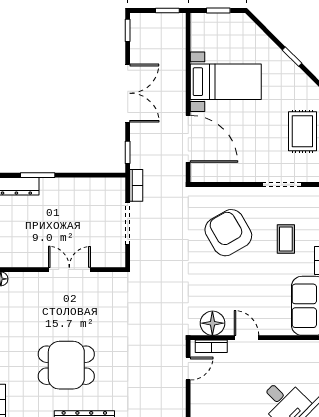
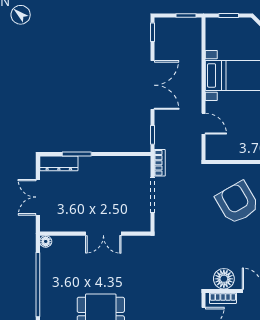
door: (188, 139) -> (203, 124), width x0.53
double door: (69, 270) -> (103, 234), swing flipped

